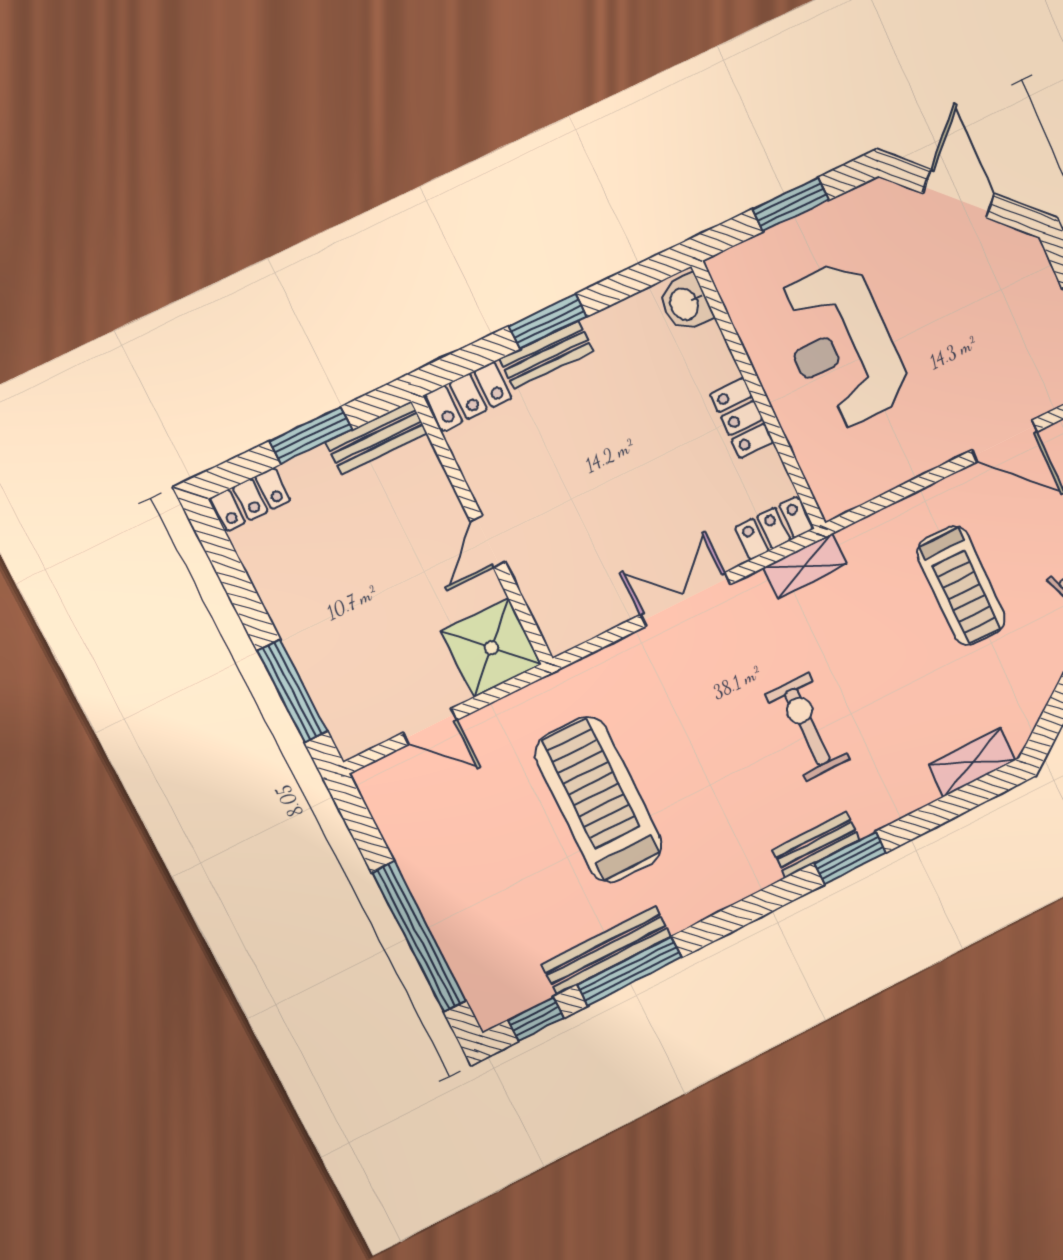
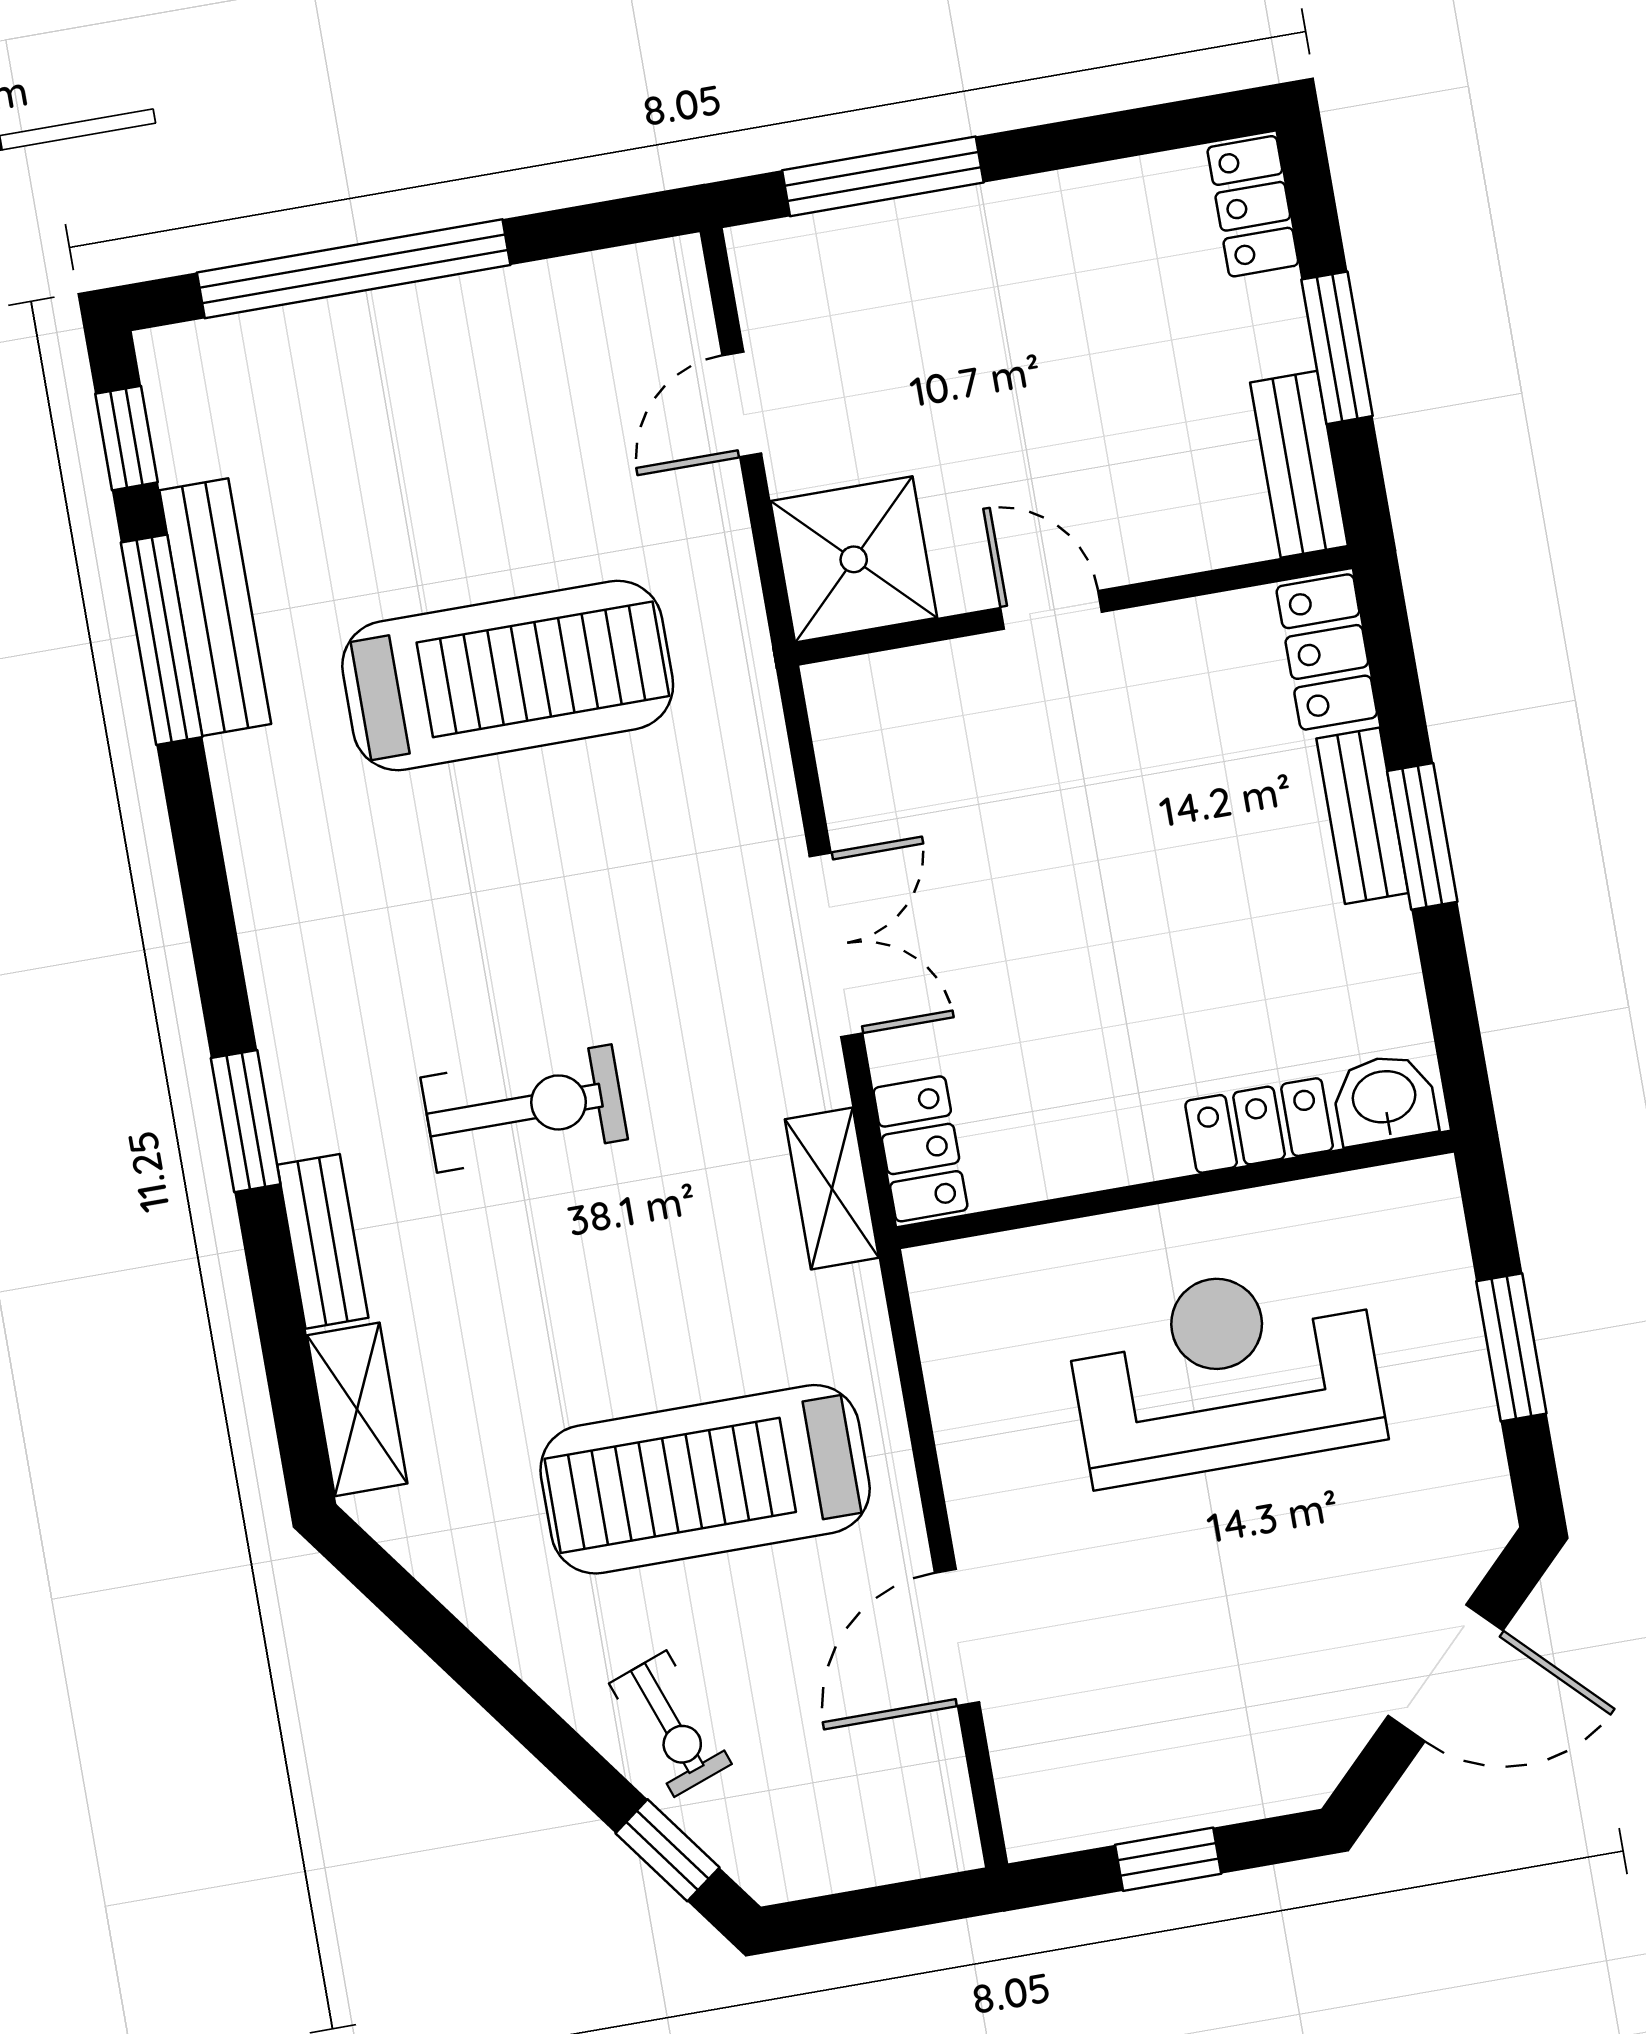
locker: (742, 418) -> (1259, 1125), moved
treadmill: (961, 586) -> (705, 1479), width x1.37, depth x1.37
bench: (816, 845) -> (323, 1241), moved

